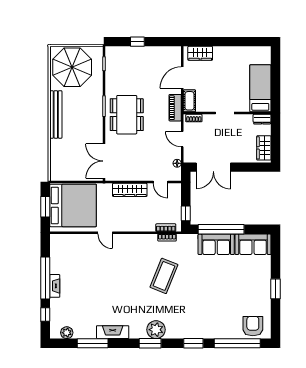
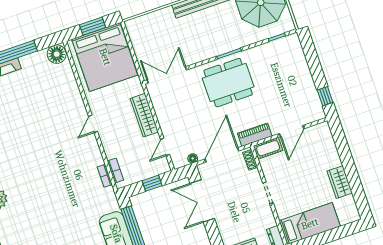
window: (137, 42) -> (325, 96), moved
wardrobe: (200, 53) -> (340, 182), moved
door: (182, 77) -> (292, 131), swing flipped
door: (182, 139) -> (222, 155), width x1.88
window: (186, 213) -> (152, 183), moved
door: (105, 233) -> (93, 124), moved
floor lamp: (58, 243) -> (57, 54), added
coffee table: (164, 276) -> (60, 187), removed

